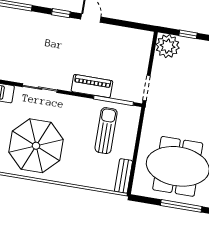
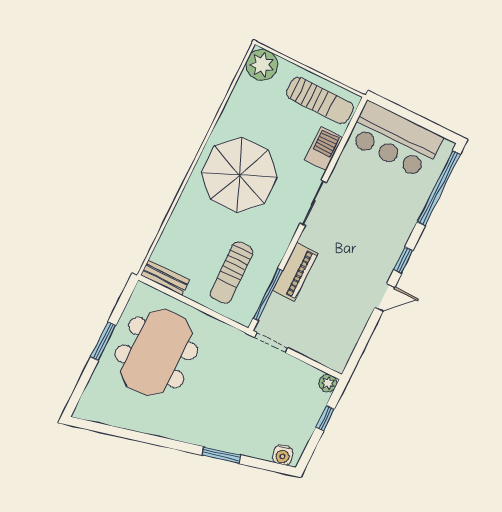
plant: (168, 46) -> (328, 383), width x0.53, depth x0.53
sun lounger: (106, 131) -> (231, 273), turned 89
window: (181, 206) -> (103, 341), width x0.69

